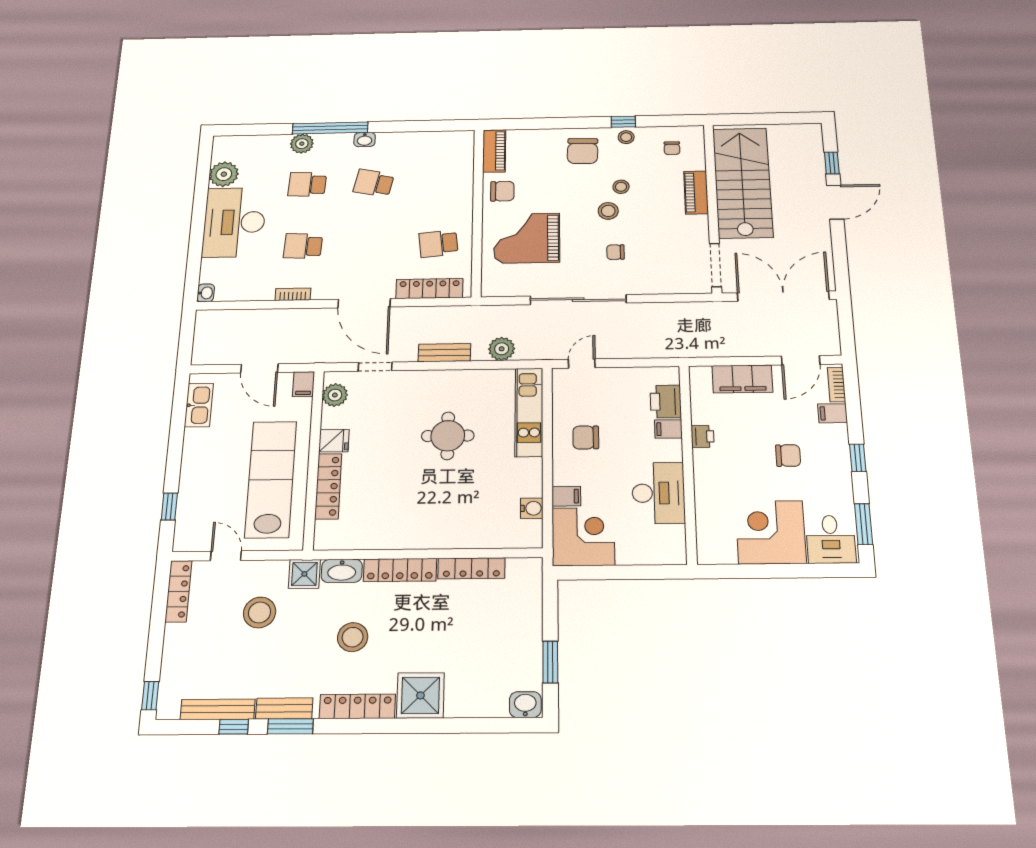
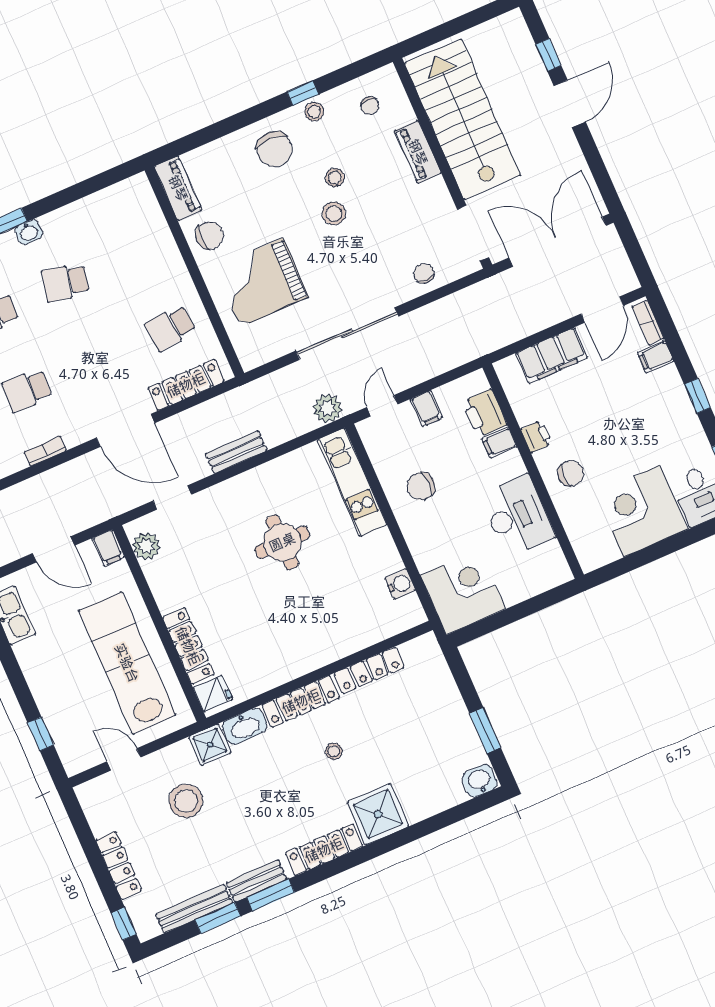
chair: (615, 252) -> (424, 273), moved, turned 90
plant: (502, 349) -> (327, 408), moved
fridge: (334, 441) -> (213, 693), moved
chair: (788, 455) -> (571, 473), moved
filing cabinet: (566, 496) -> (427, 408), moved, turned 90
locker: (178, 591) -> (119, 865), moved
stool: (353, 637) -> (334, 751), moved, width x0.53, depth x0.53
window: (234, 727) -> (218, 918), width x1.50

